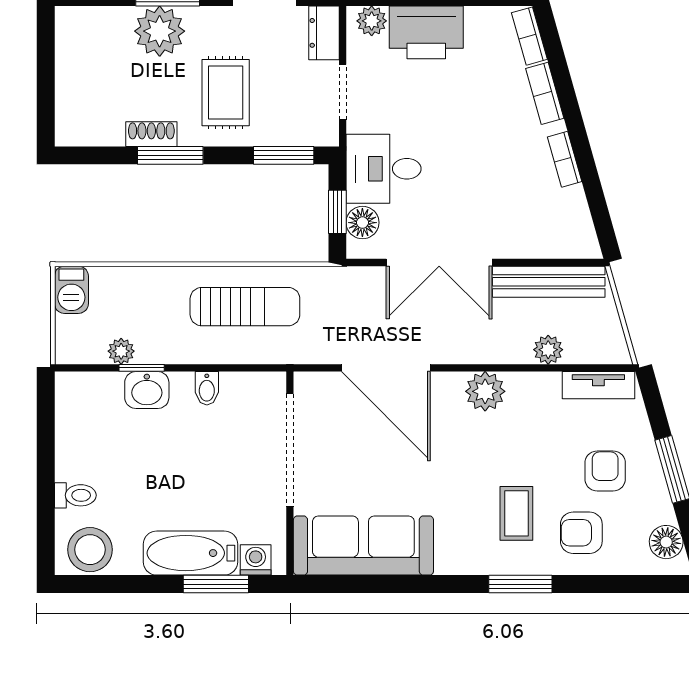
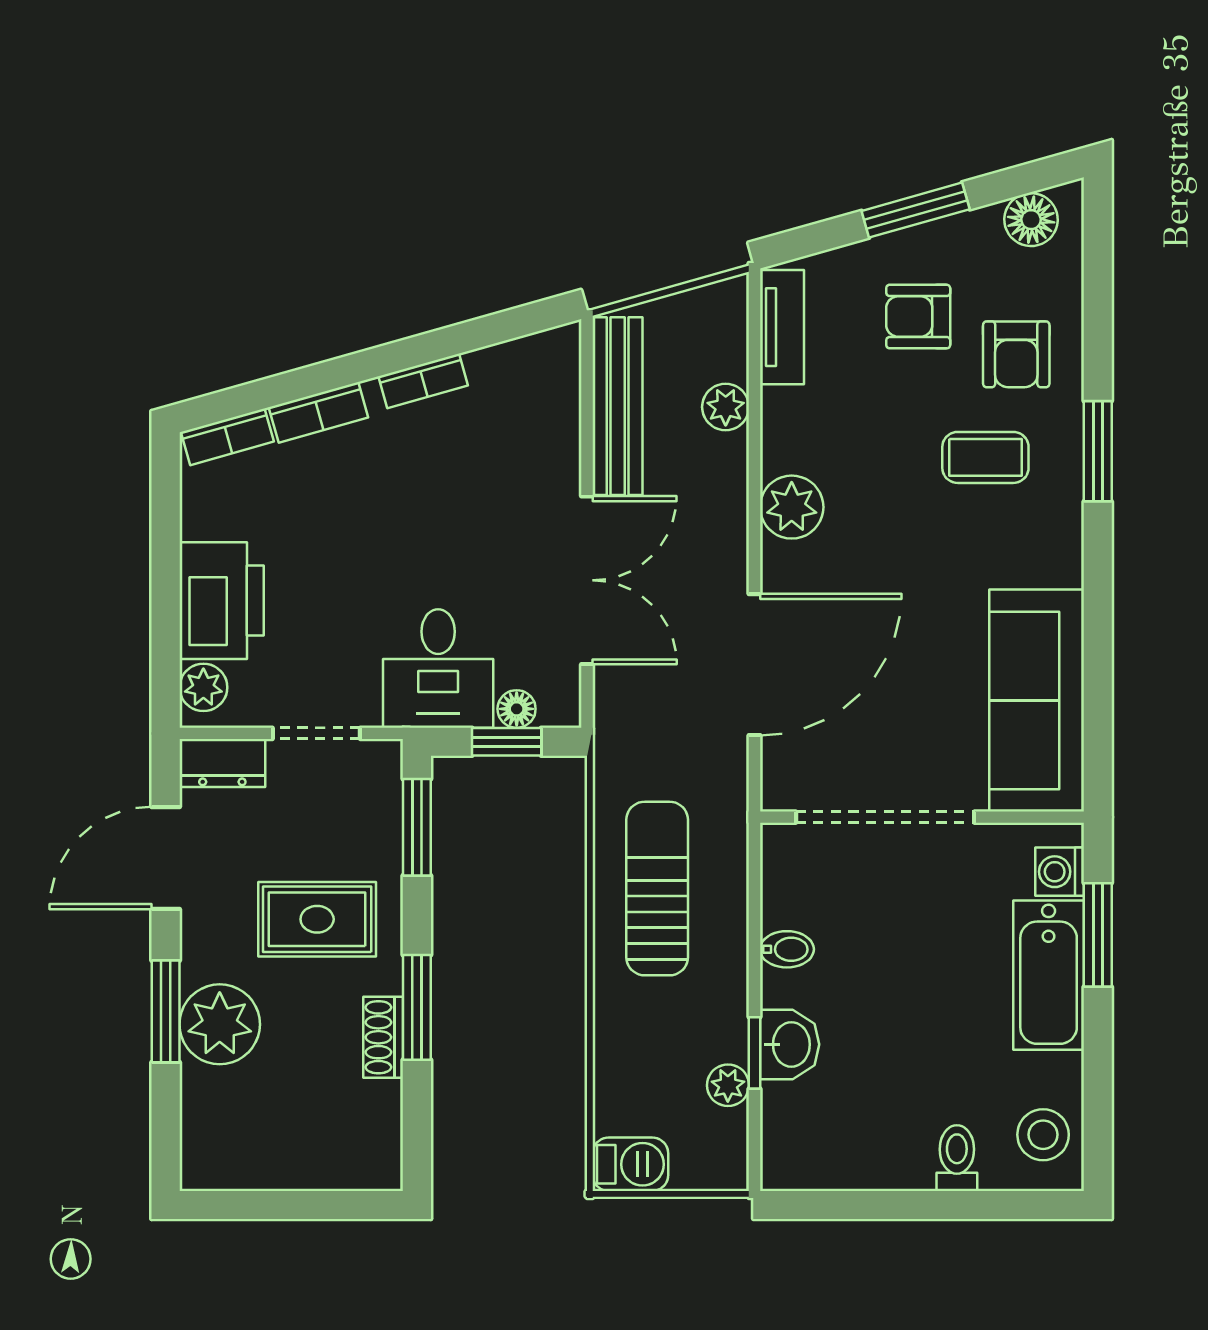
floor lamp: (362, 223) -> (517, 709), width x0.73, depth x0.73
stool: (90, 550) -> (1043, 1135), width x0.73, depth x0.73

